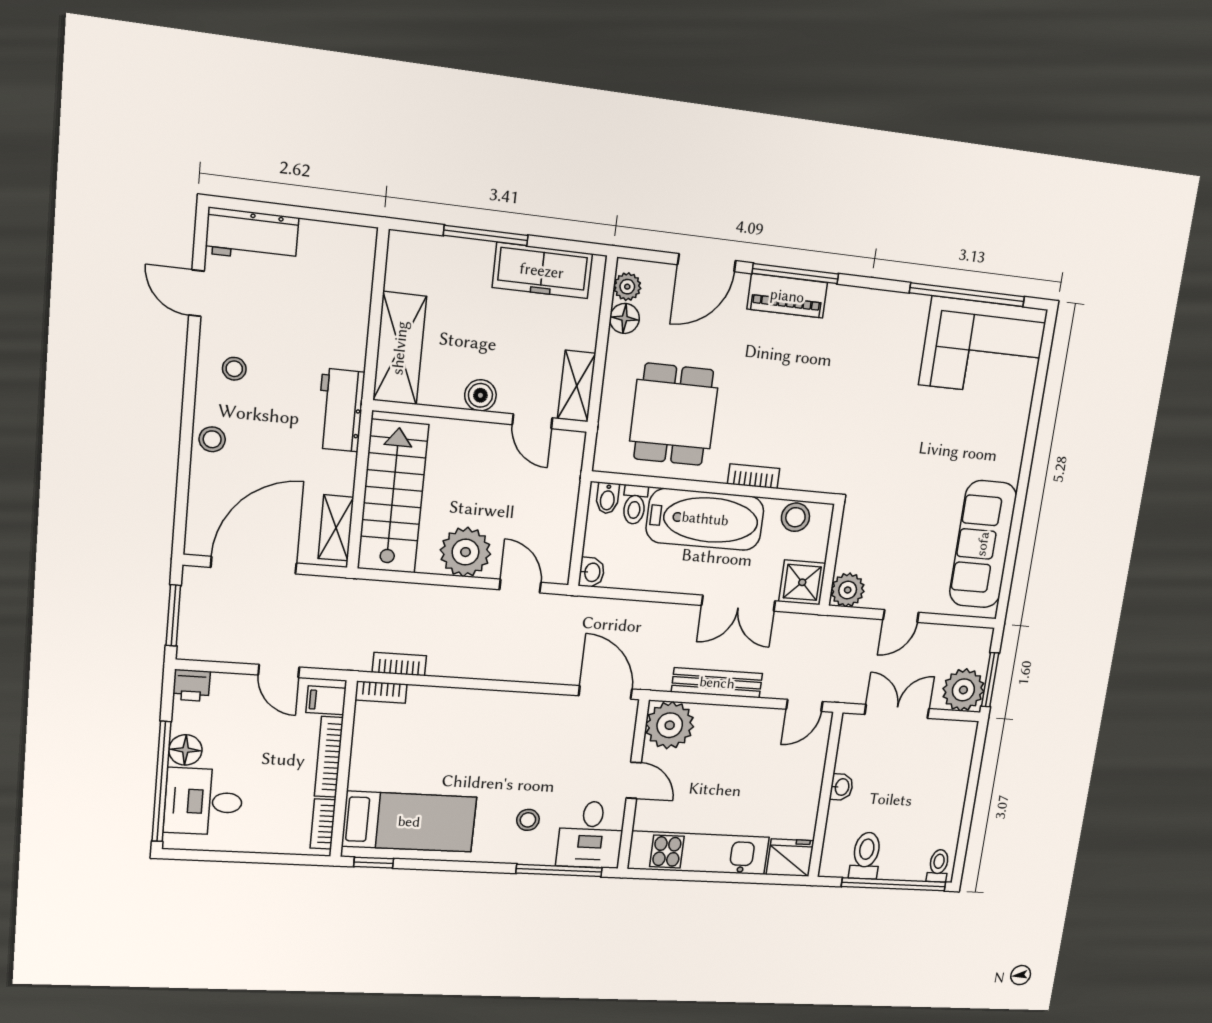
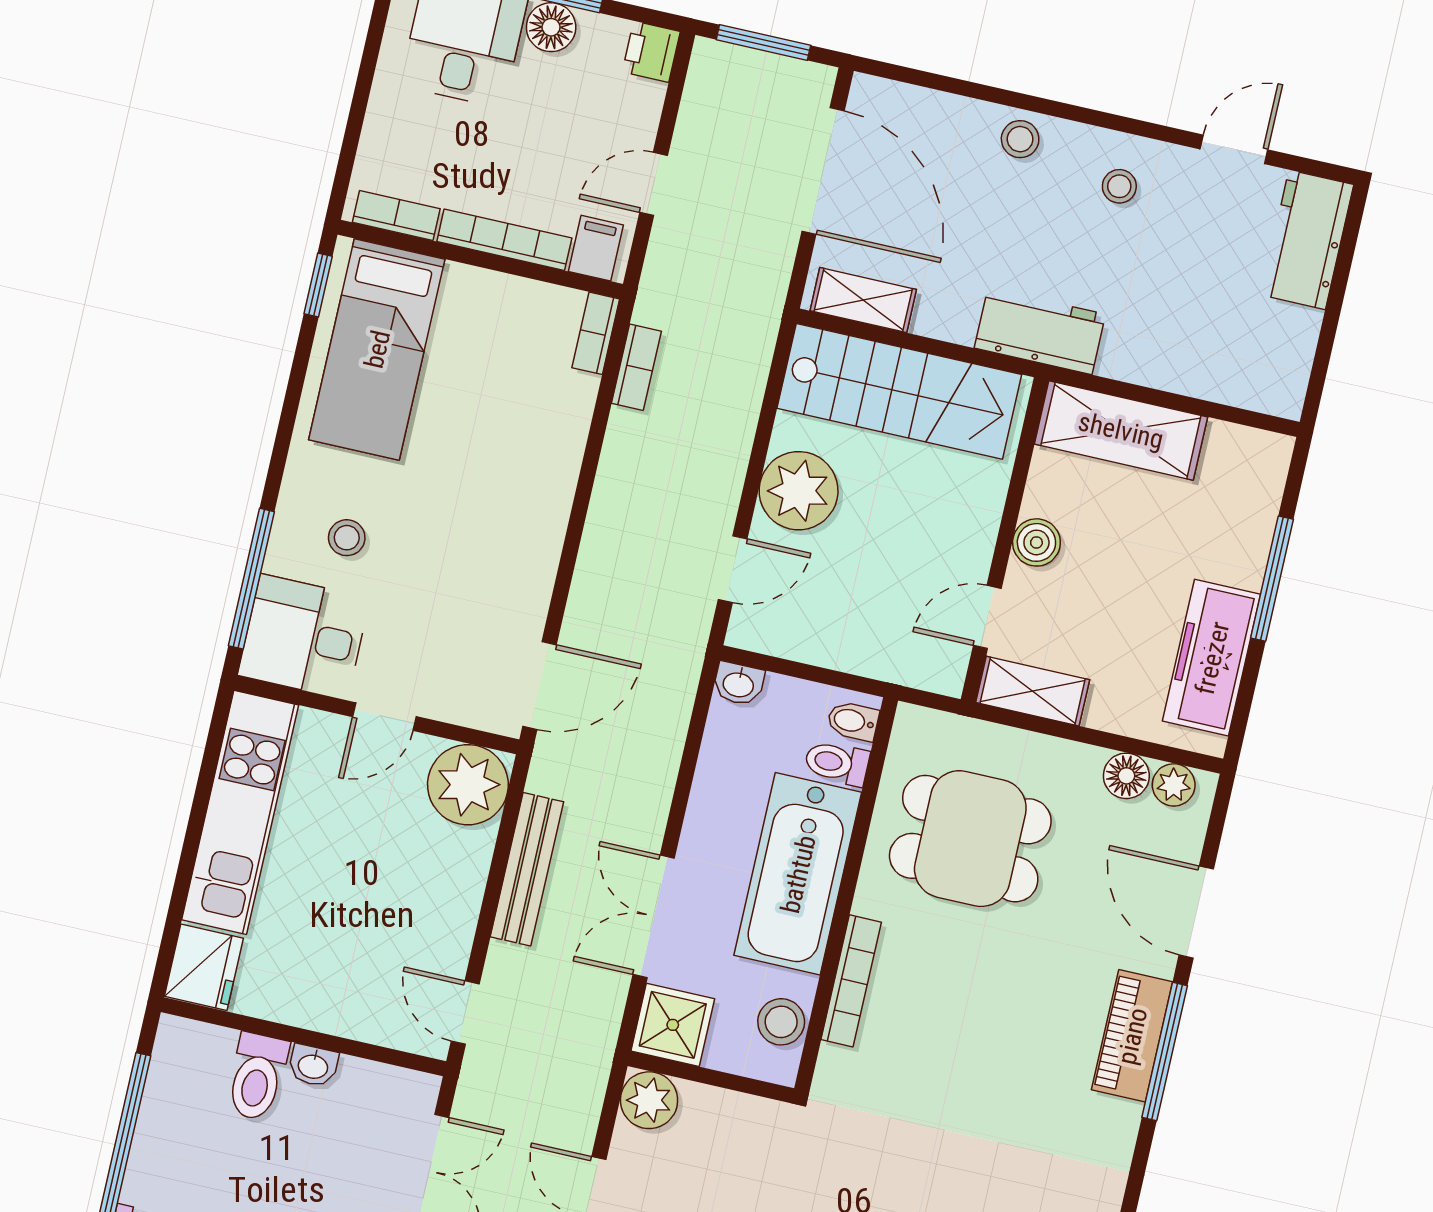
bookcase: (754, 476) -> (851, 981), width x1.56
toilet: (866, 856) -> (257, 1077), moved, turned 90

